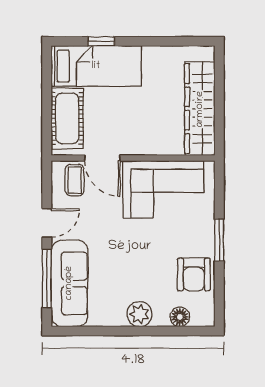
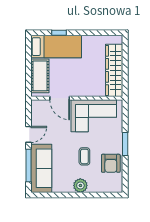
coffee table: (75, 180) -> (84, 156), moved
floor lamp: (180, 317) -> (103, 187), removed

